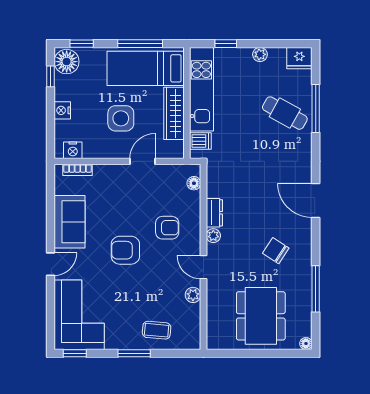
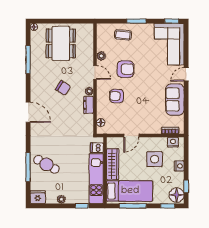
side table: (121, 118) -> (155, 159), moved
armchair: (125, 250) -> (125, 69), moved
chair: (276, 251) -> (63, 88), moved

